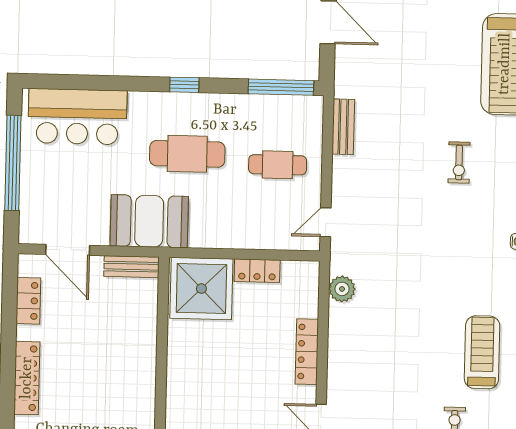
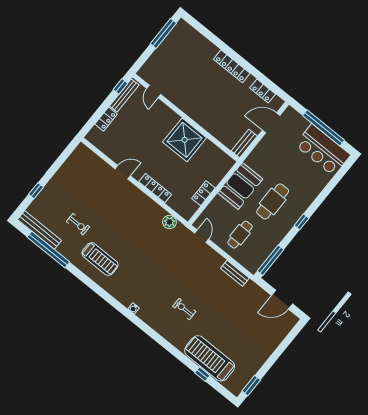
bar counter: (77, 117) -> (323, 150), moved, turned -90
booth: (149, 221) -> (240, 186), moved
shower: (201, 289) -> (185, 140), moved

